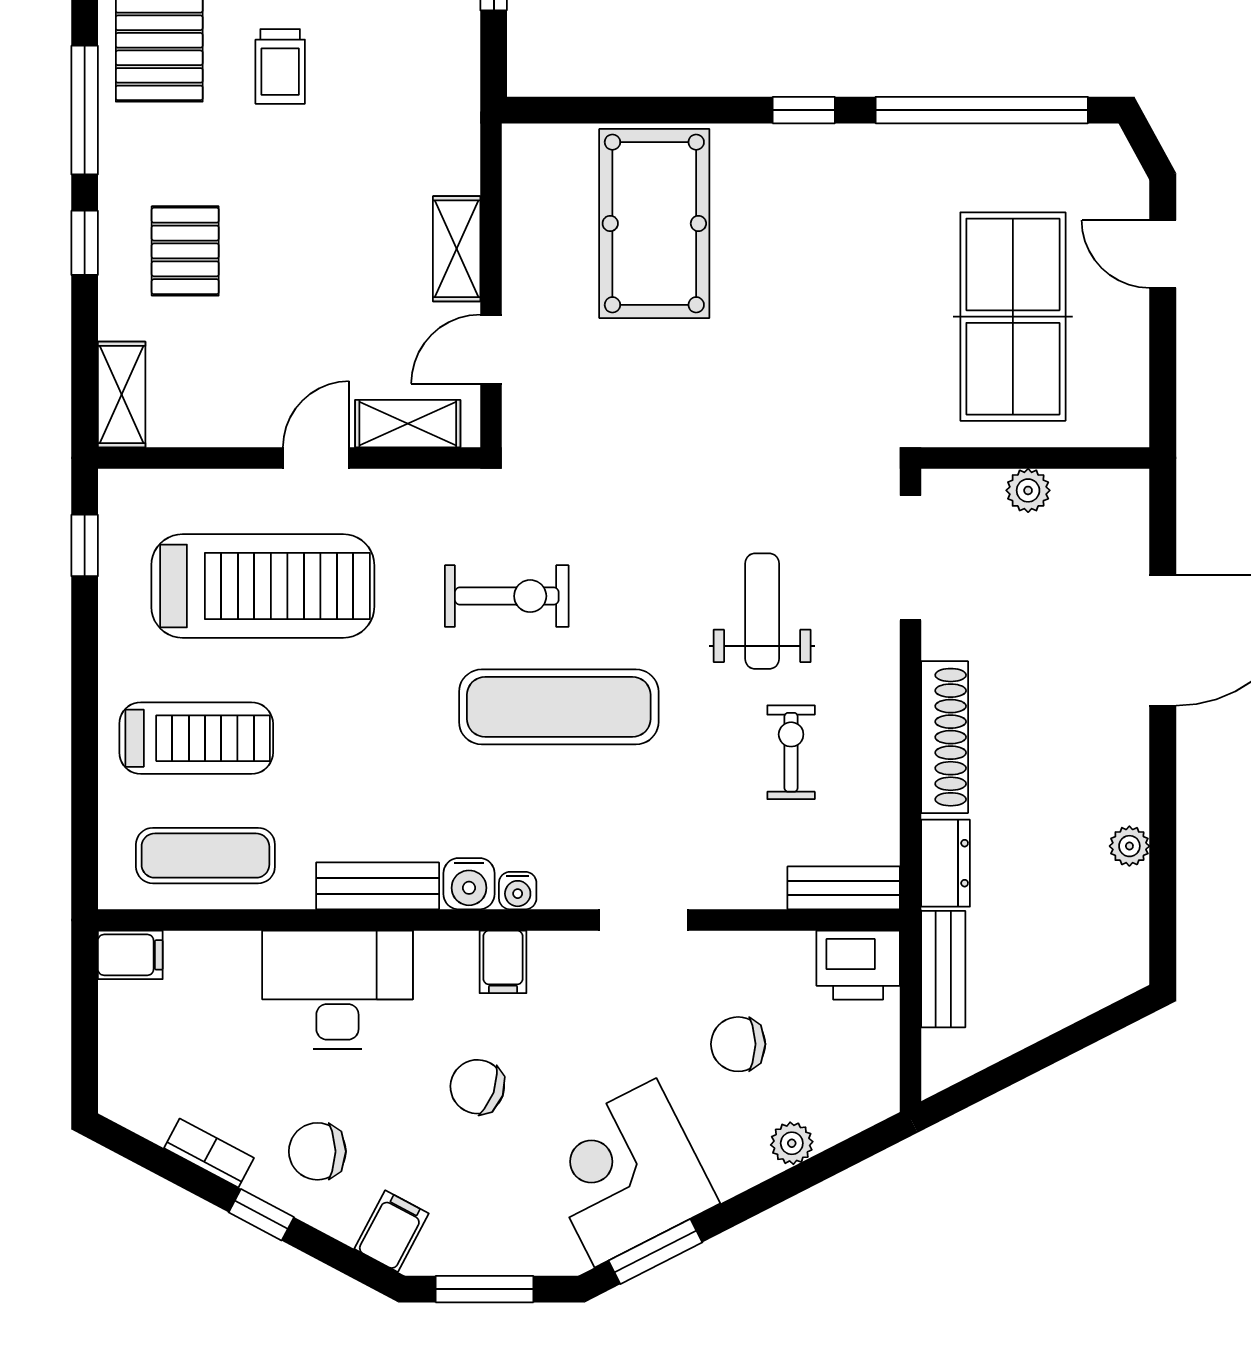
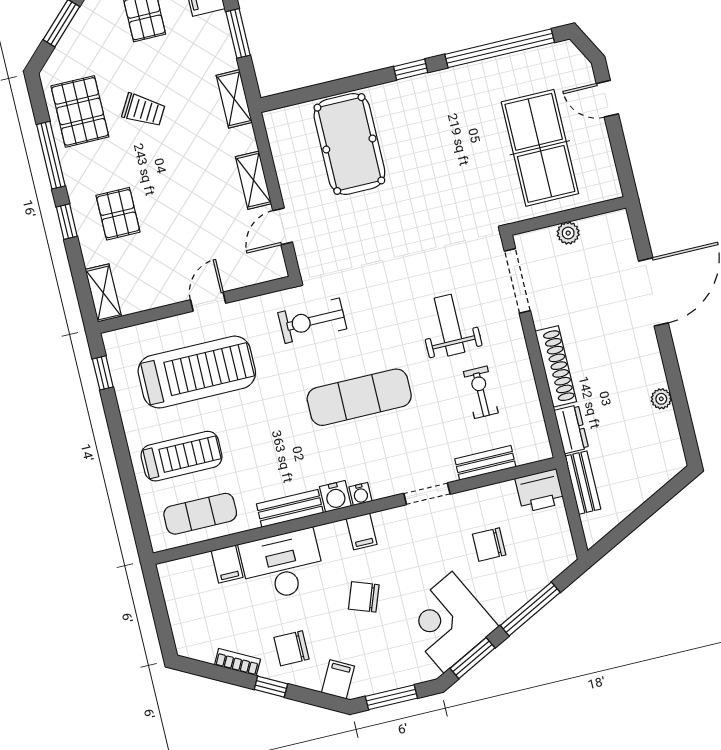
trolley: (280, 66) -> (144, 110), turned -60
shelving: (408, 424) -> (234, 99), moved, turned 90
exercise bike: (507, 596) -> (312, 321), moved, turned 180
bench: (844, 888) -> (485, 463), moved
filing cabinet: (130, 955) -> (227, 564), moved, turned 90
plant: (792, 1143) -> (528, 588), removed
window: (787, 1185) -> (530, 609), added

